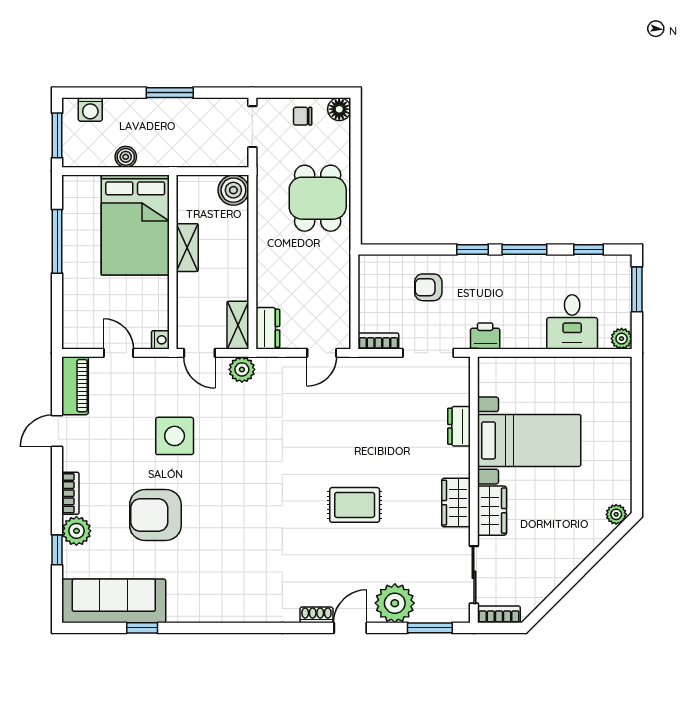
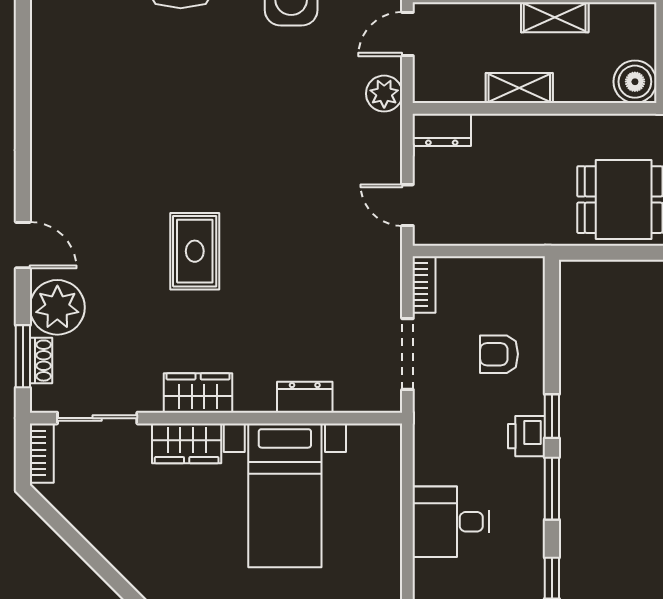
armchair: (428, 287) -> (499, 354), turned -90
desk: (572, 322) -> (451, 522), moved
shelving: (238, 325) -> (519, 88), moved
printer: (485, 336) -> (527, 436), moved, turned 180
shoe rack: (316, 615) -> (41, 361), moved

